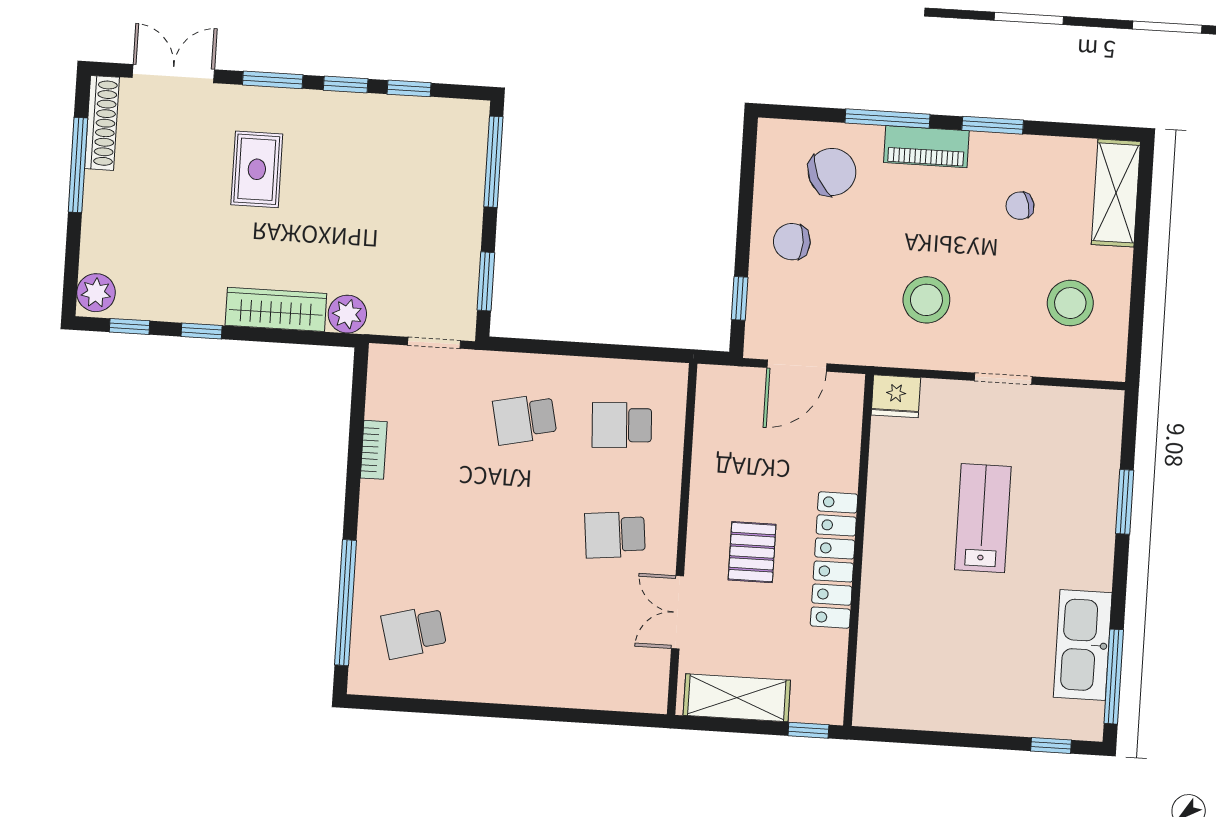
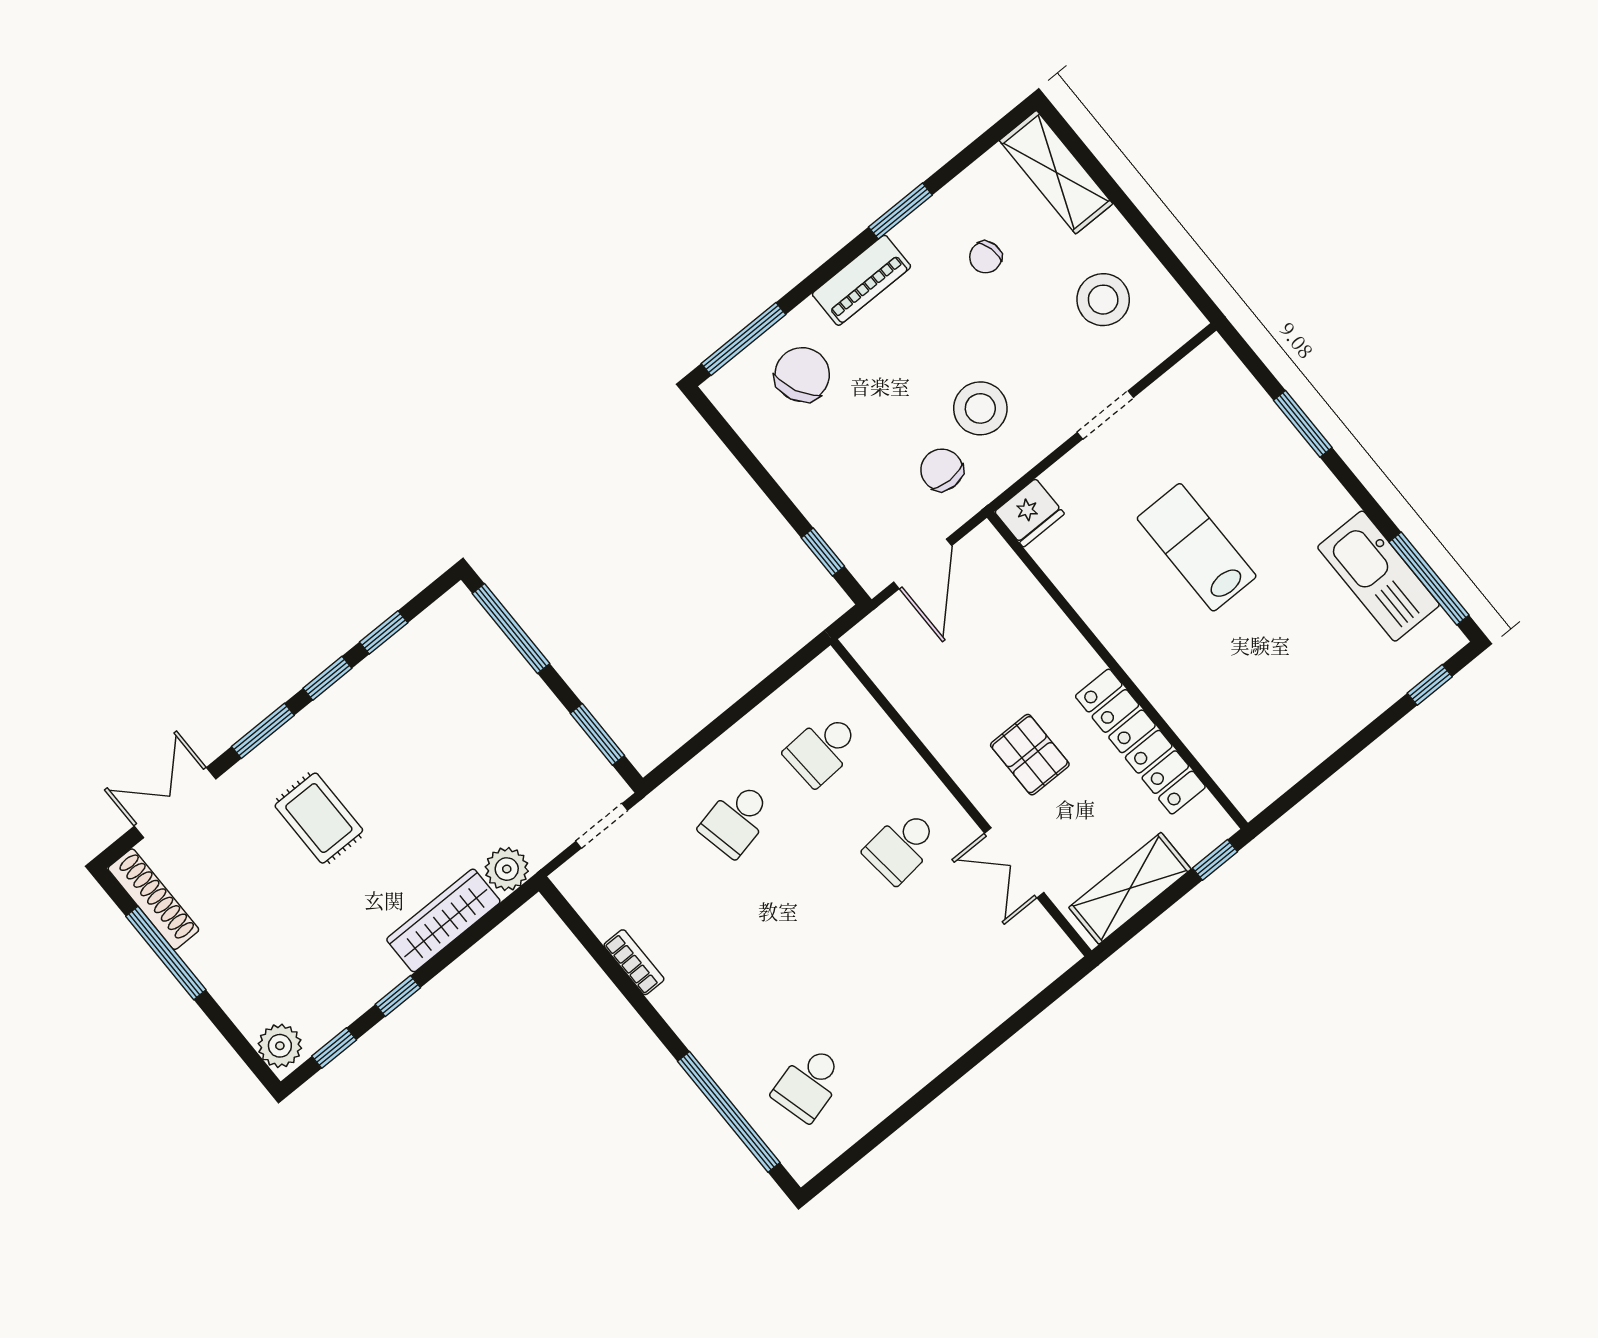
window: (888, 119) -> (743, 339), moved
chair: (792, 242) -> (942, 470), moved, turned 90
locker: (834, 560) -> (1140, 742), moved

